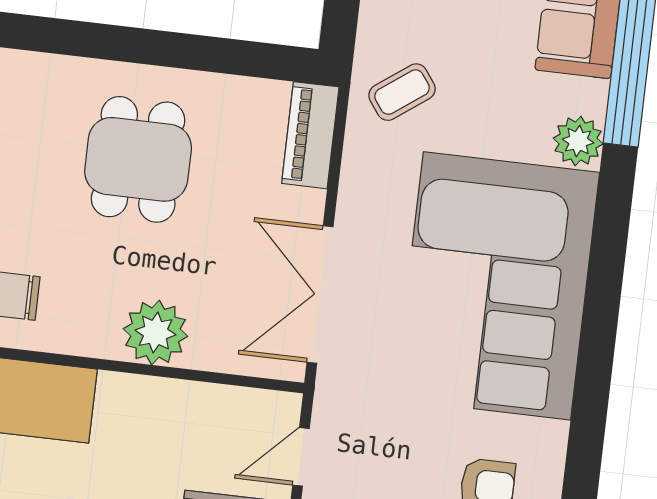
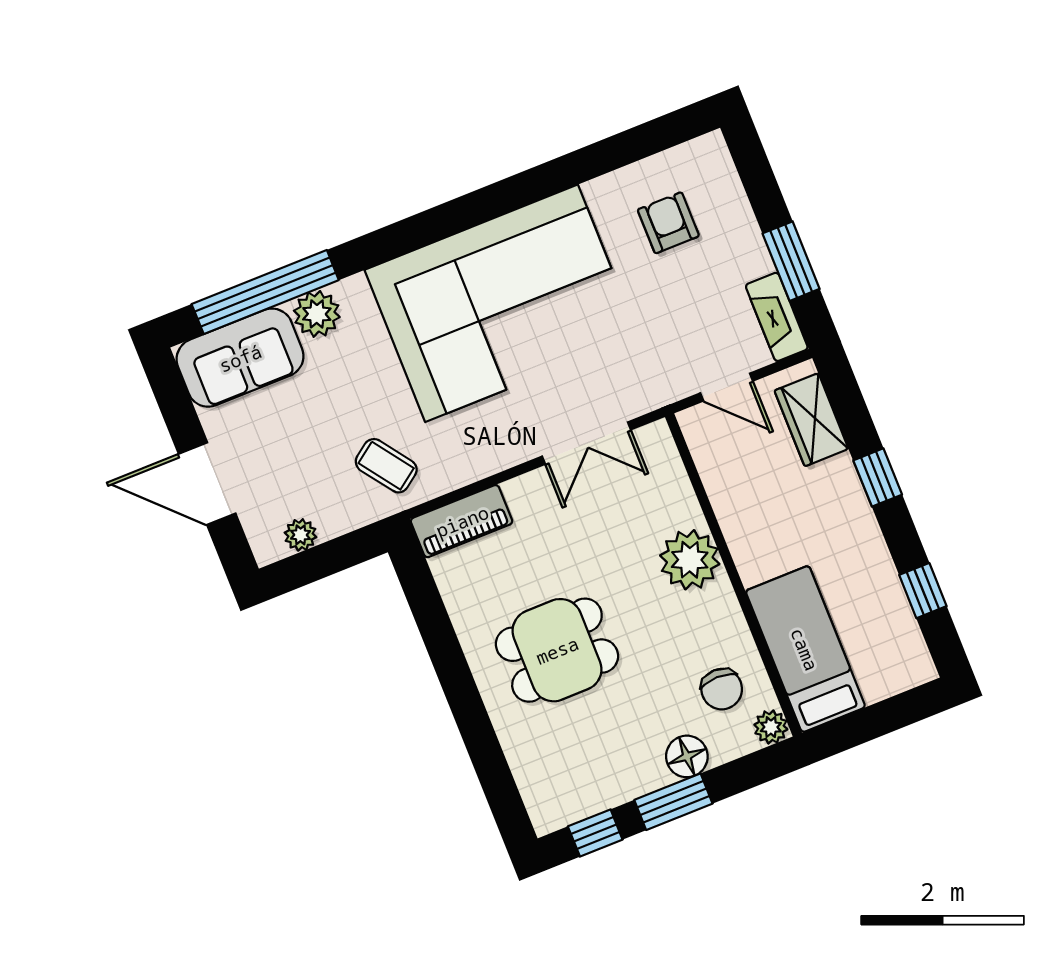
plant: (578, 141) -> (317, 314), moved
double door: (320, 294) -> (586, 443), width x0.73

